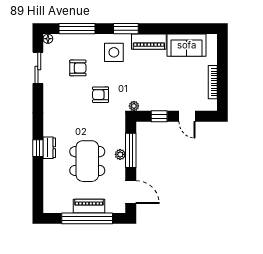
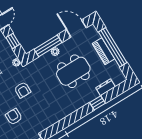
window: (38, 148) -> (97, 103), moved
dresser: (49, 148) -> (106, 87), moved
door: (131, 192) -> (76, 29), hinge flipped

